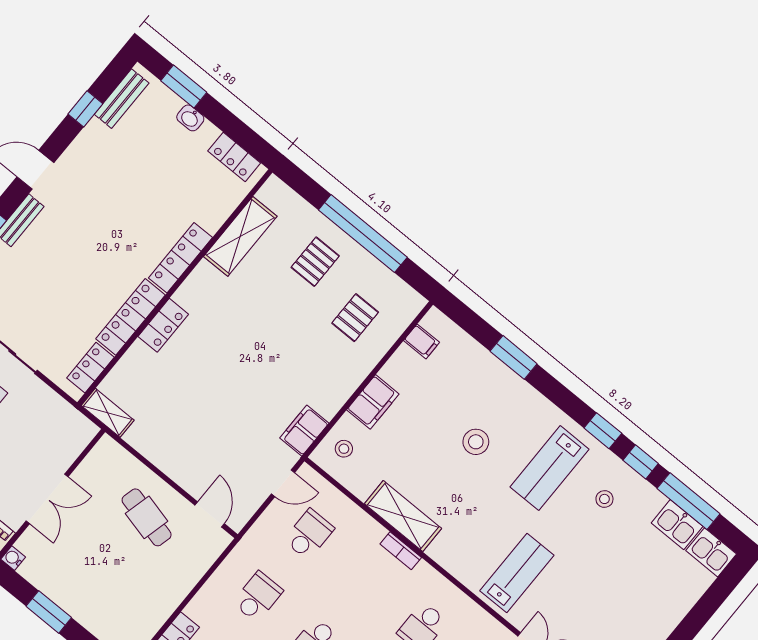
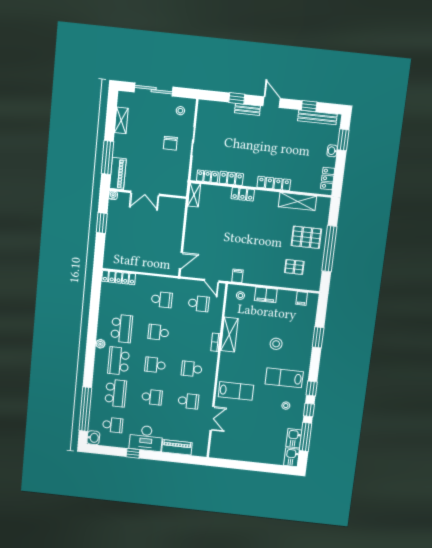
bench: (122, 99) -> (317, 117), width x1.36
pallet: (315, 262) -> (306, 237), width x1.50, depth x1.42
locker: (131, 317) -> (231, 178), width x0.66
filing cabinet: (304, 431) -> (237, 276), width x0.50
cafe table: (147, 517) -> (164, 237), removed

